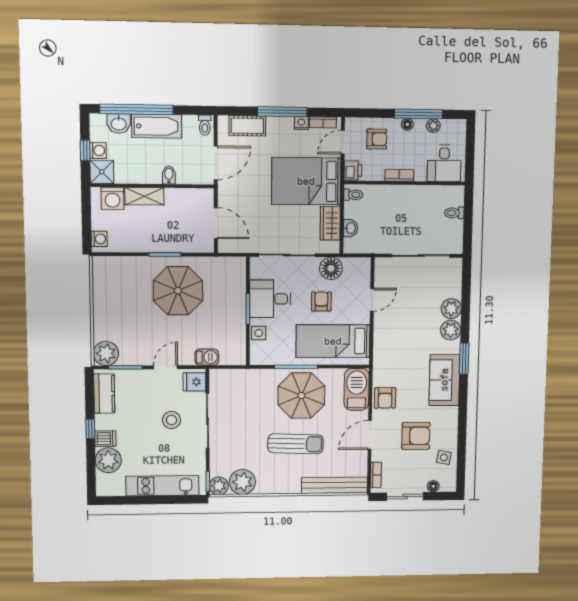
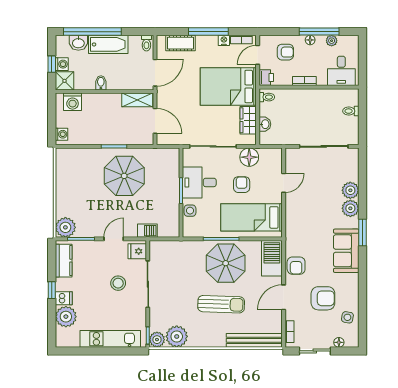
bidet: (169, 175) -> (101, 83), moved
shelving: (144, 196) -> (137, 100), moved

